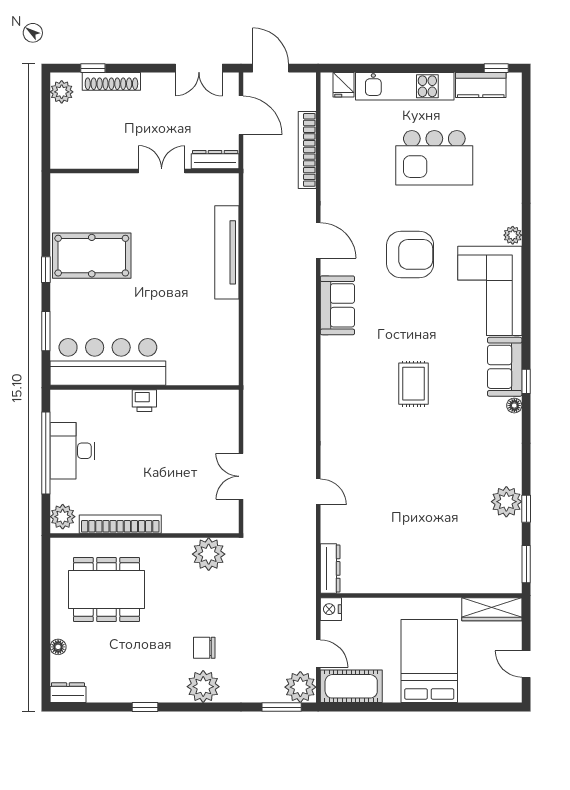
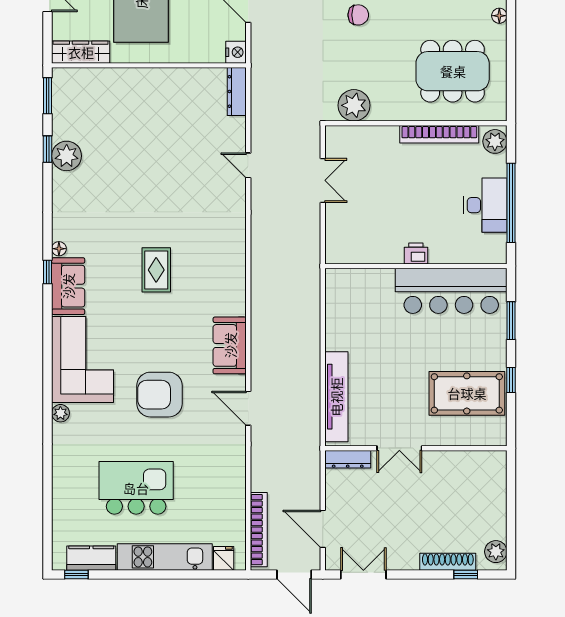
bookcase: (307, 150) -> (259, 530), moved
dresser: (215, 160) -> (348, 459), moved
wall: (144, 171) -> (416, 448), moved
double door: (162, 171) -> (399, 448), moved

